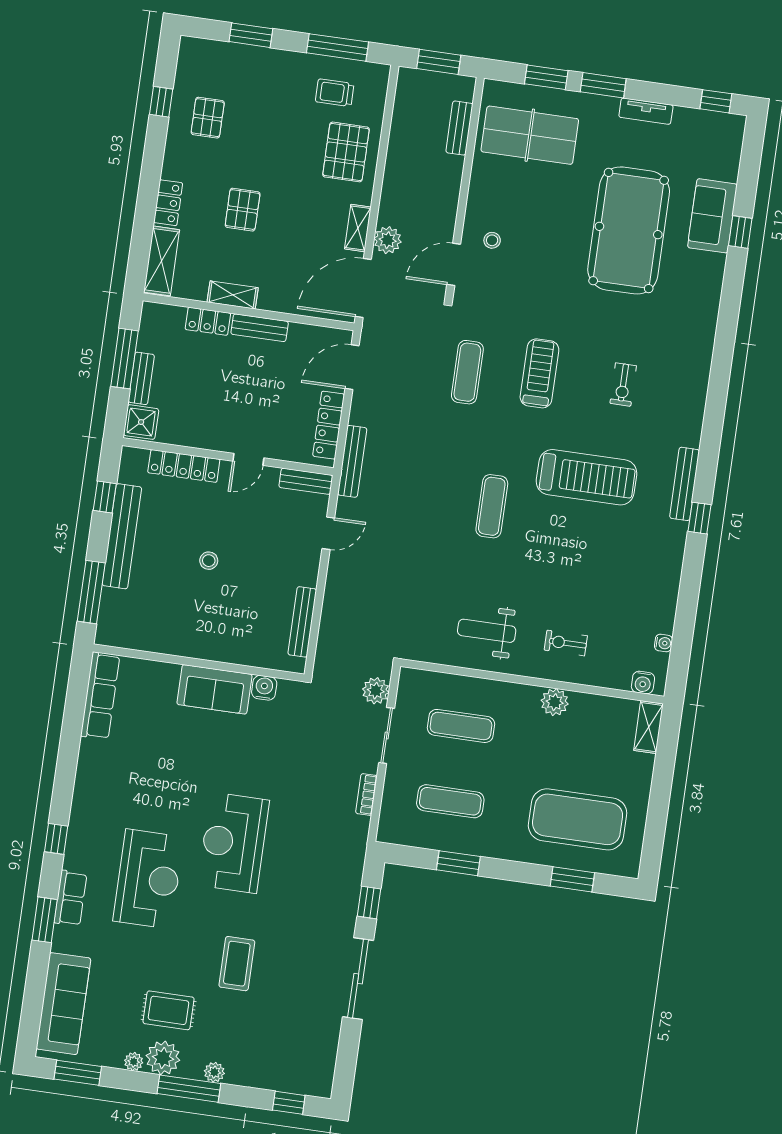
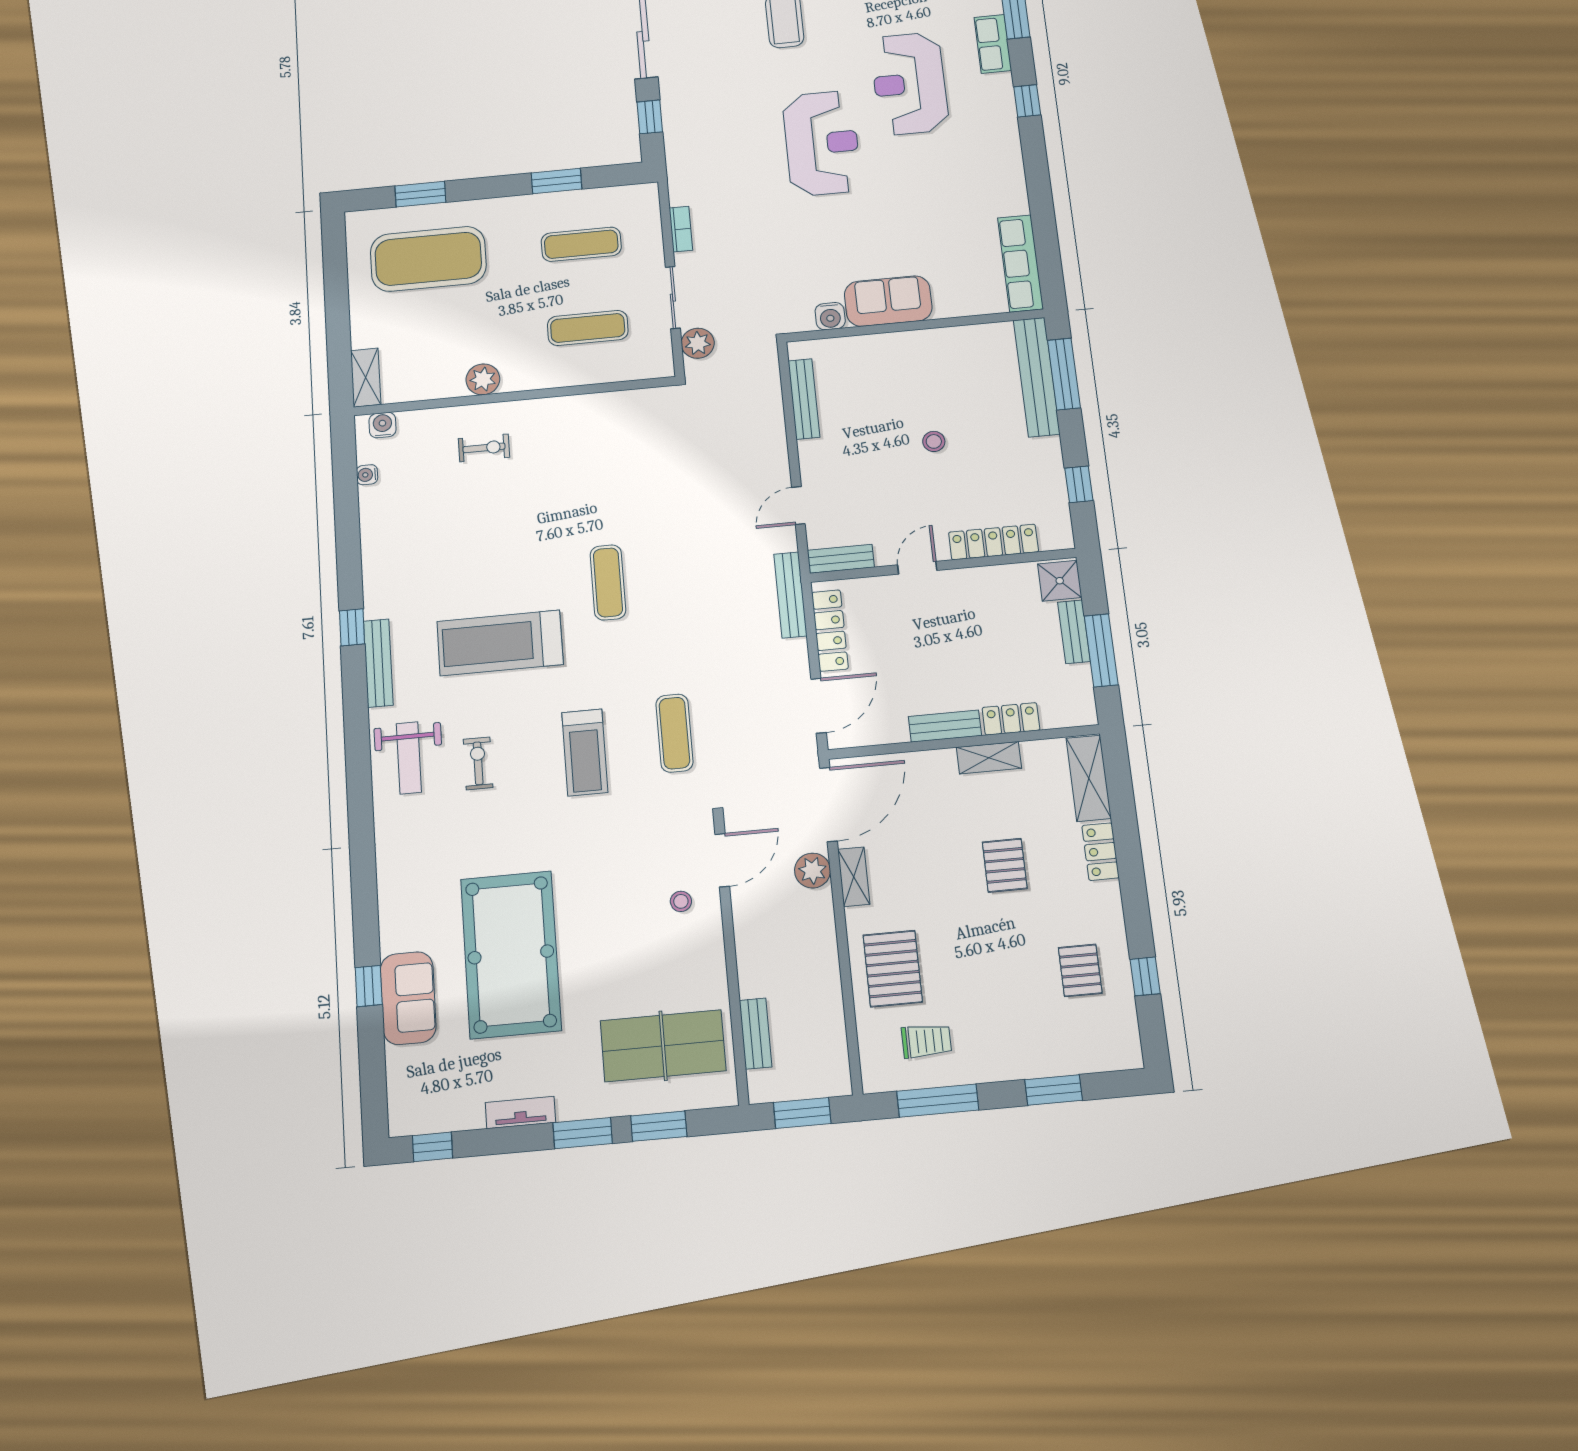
bench: (122, 536) -> (1037, 377), moved
weight bench: (487, 631) -> (409, 758), moved, turned 90

